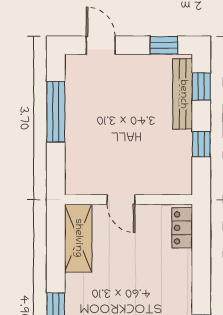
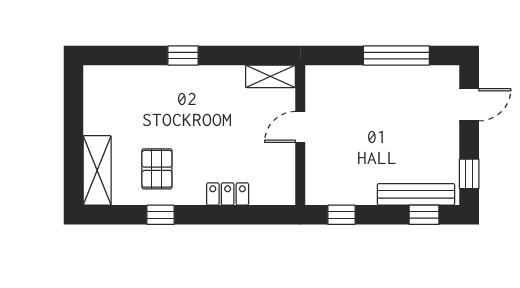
window: (201, 144) -> (341, 215), moved
locker: (182, 228) -> (228, 194), moved
shelving: (78, 238) -> (271, 76), width x0.67, depth x0.75

